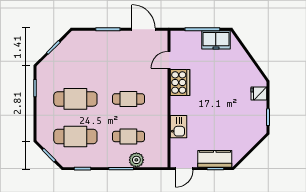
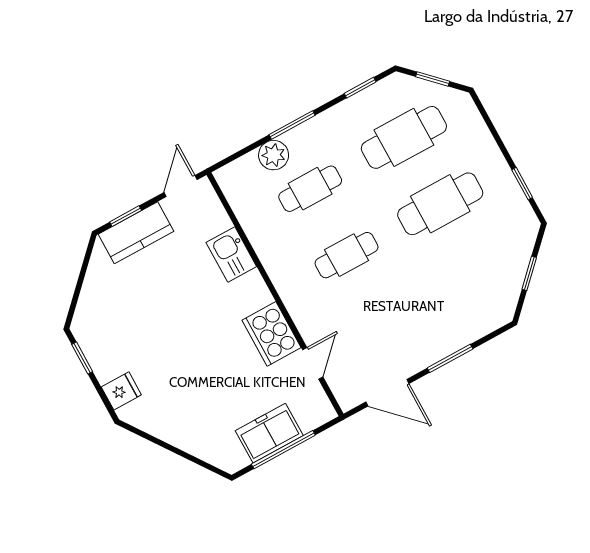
freezer: (216, 40) -> (269, 433), moved

